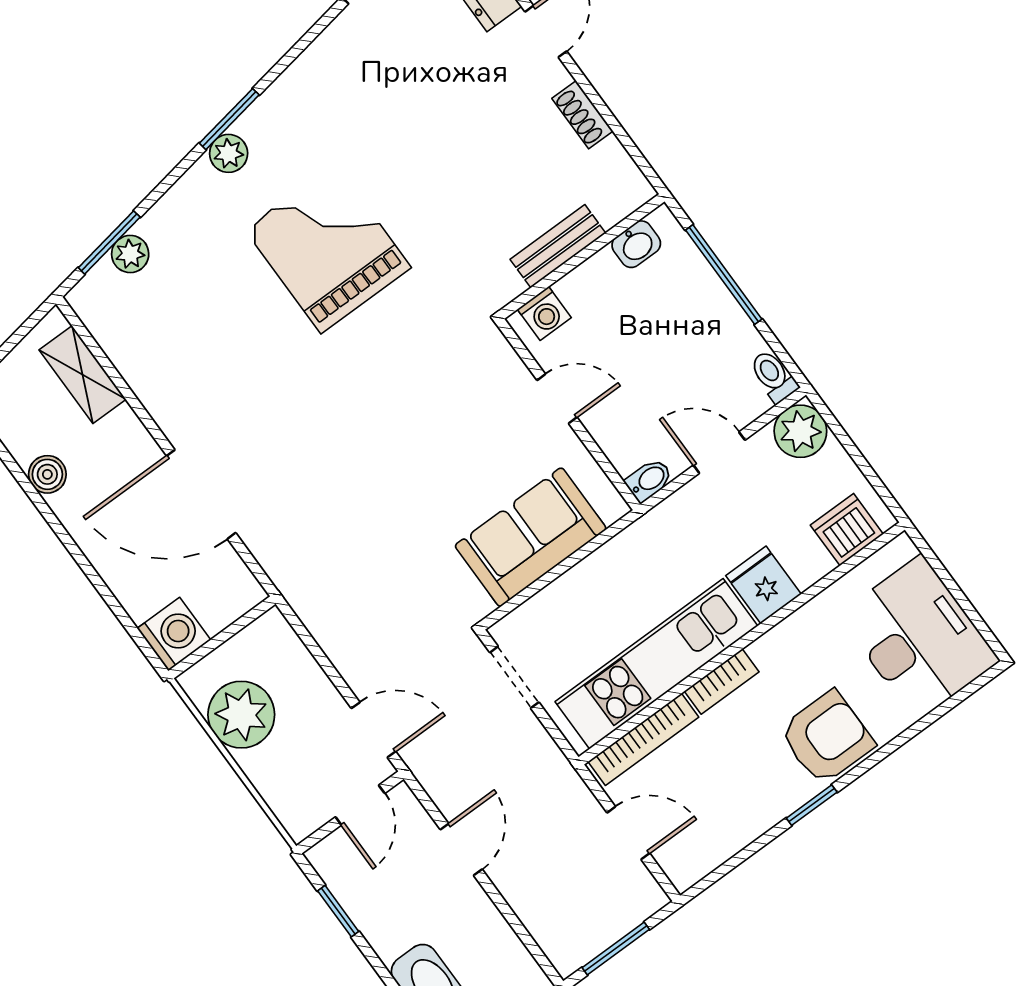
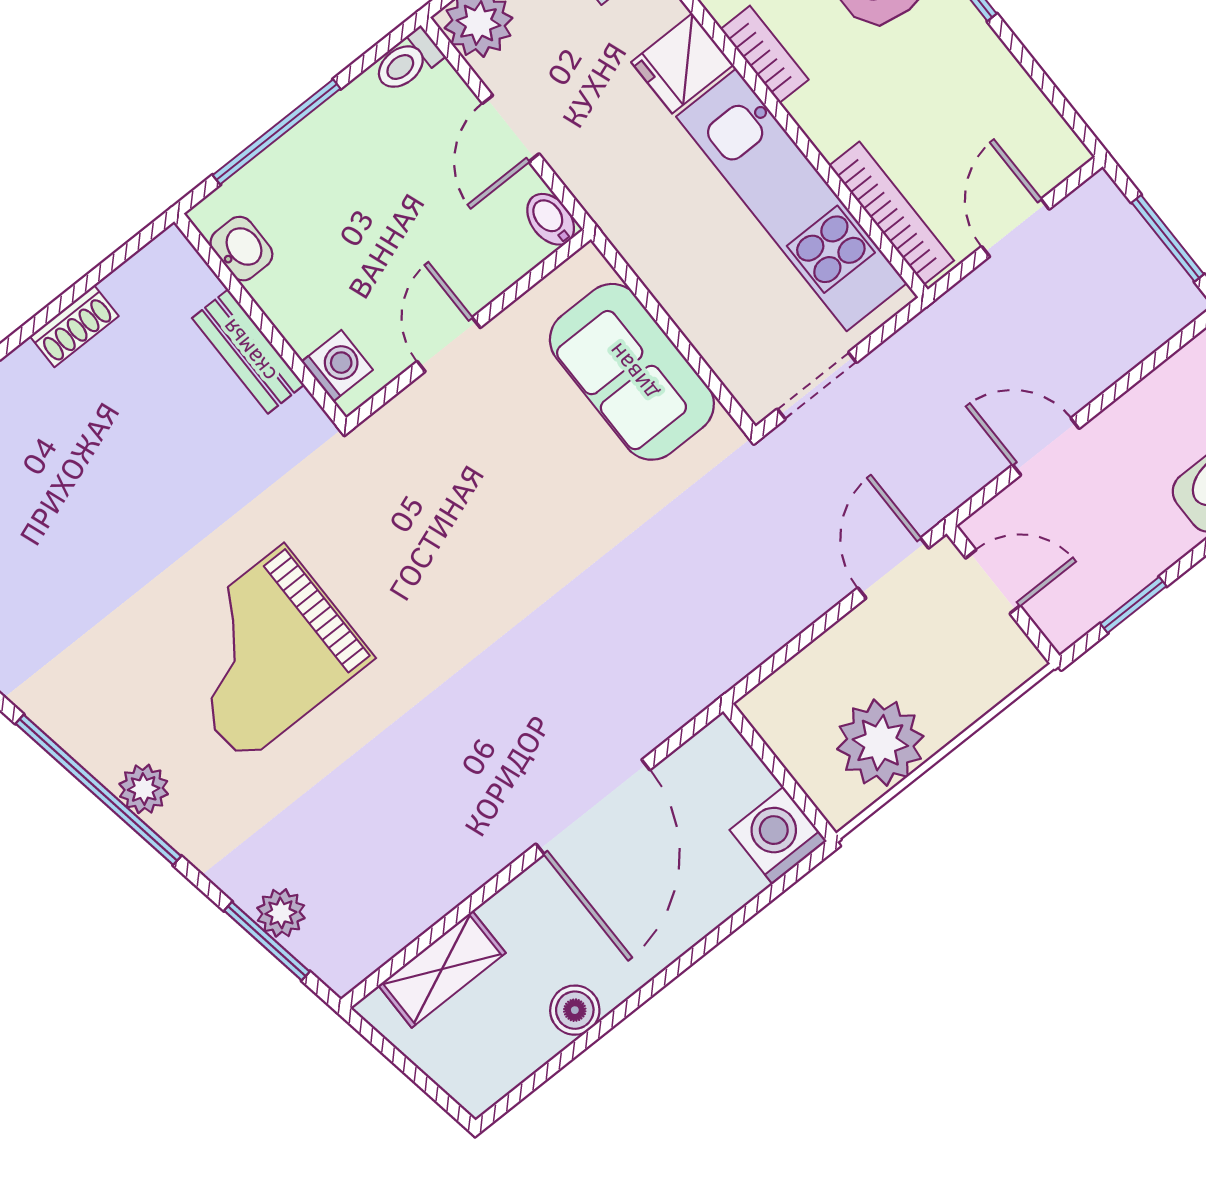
window: (229, 119) -> (98, 790), width x2.11
bookcase: (722, 681) -> (765, 54), moved

